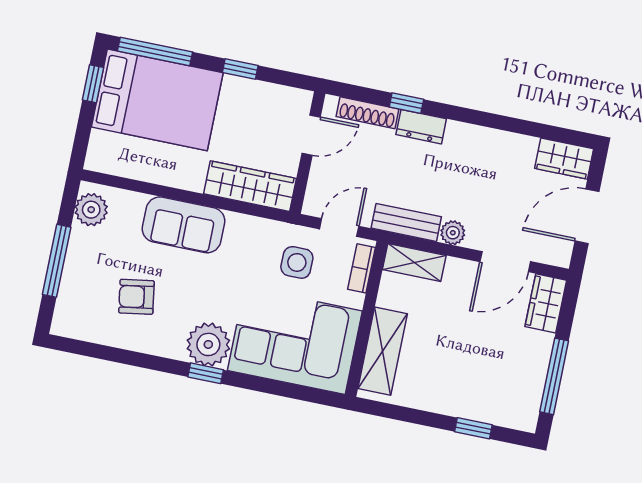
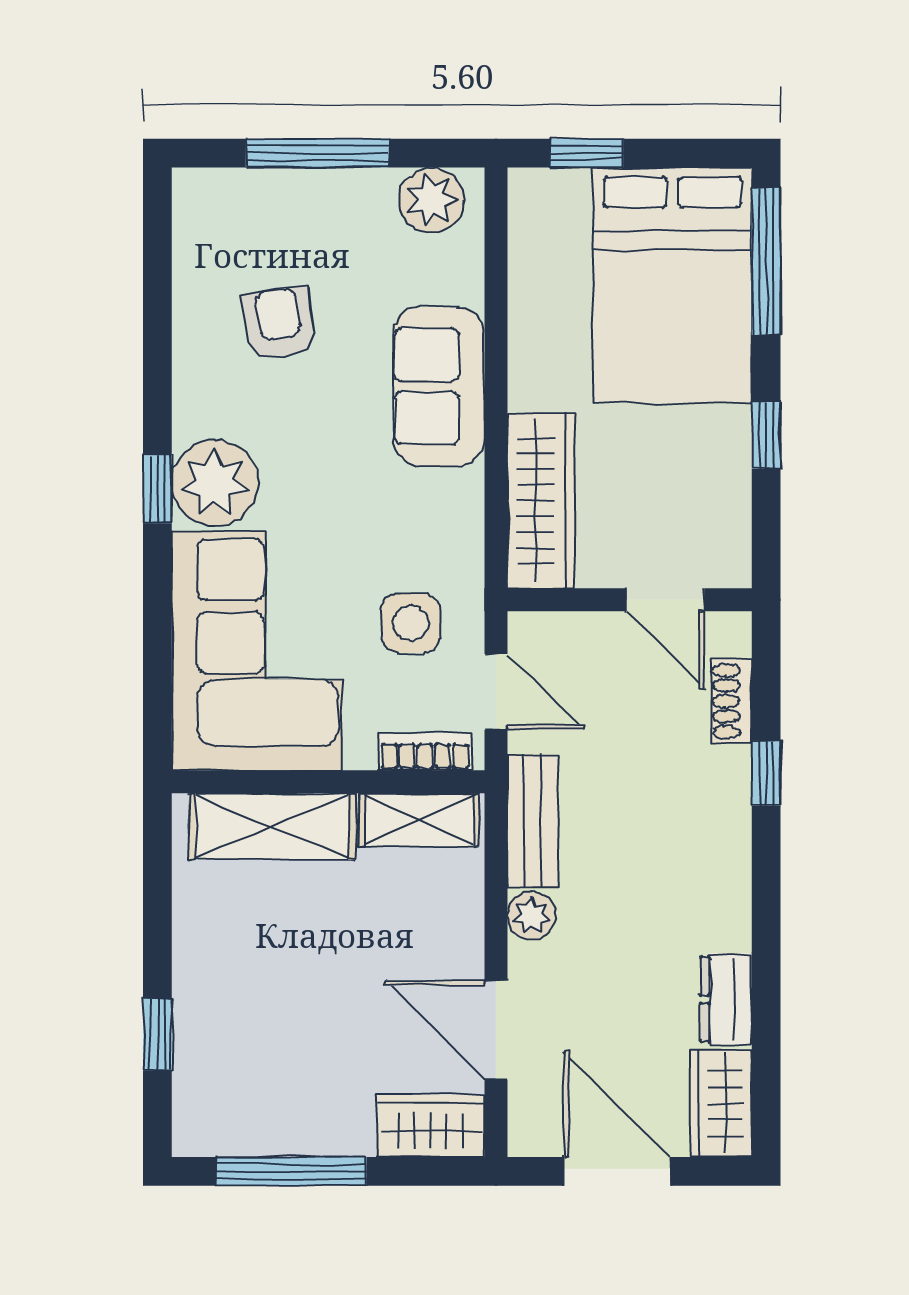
window: (93, 84) -> (587, 153), moved
shoe rack: (368, 113) -> (732, 701), width x0.70
dresser: (421, 127) -> (726, 999), moved
shelving: (414, 262) -> (419, 820), moved, turned 90

